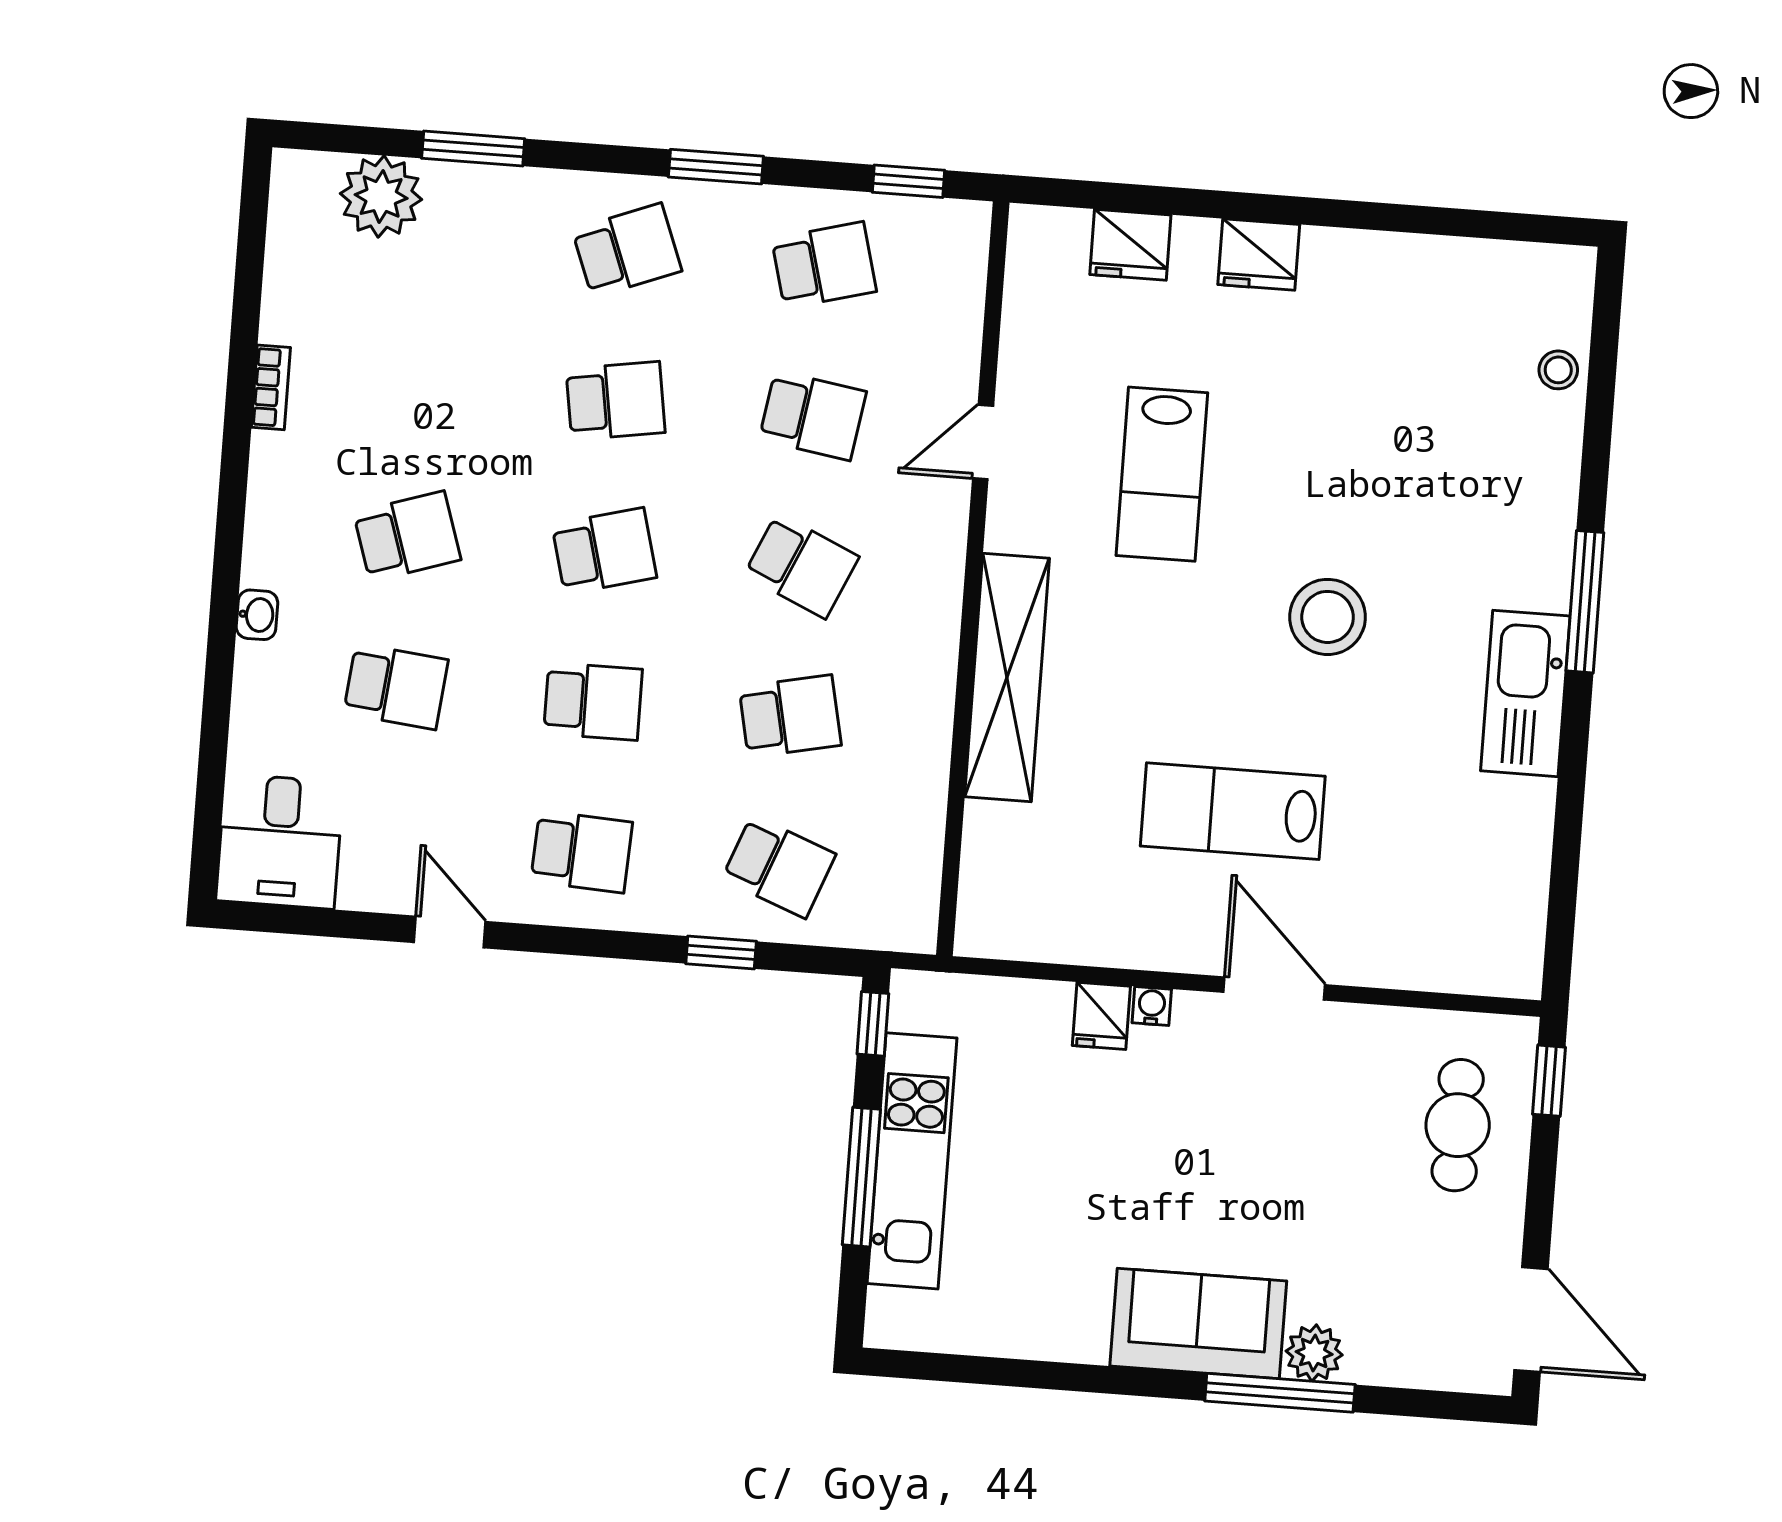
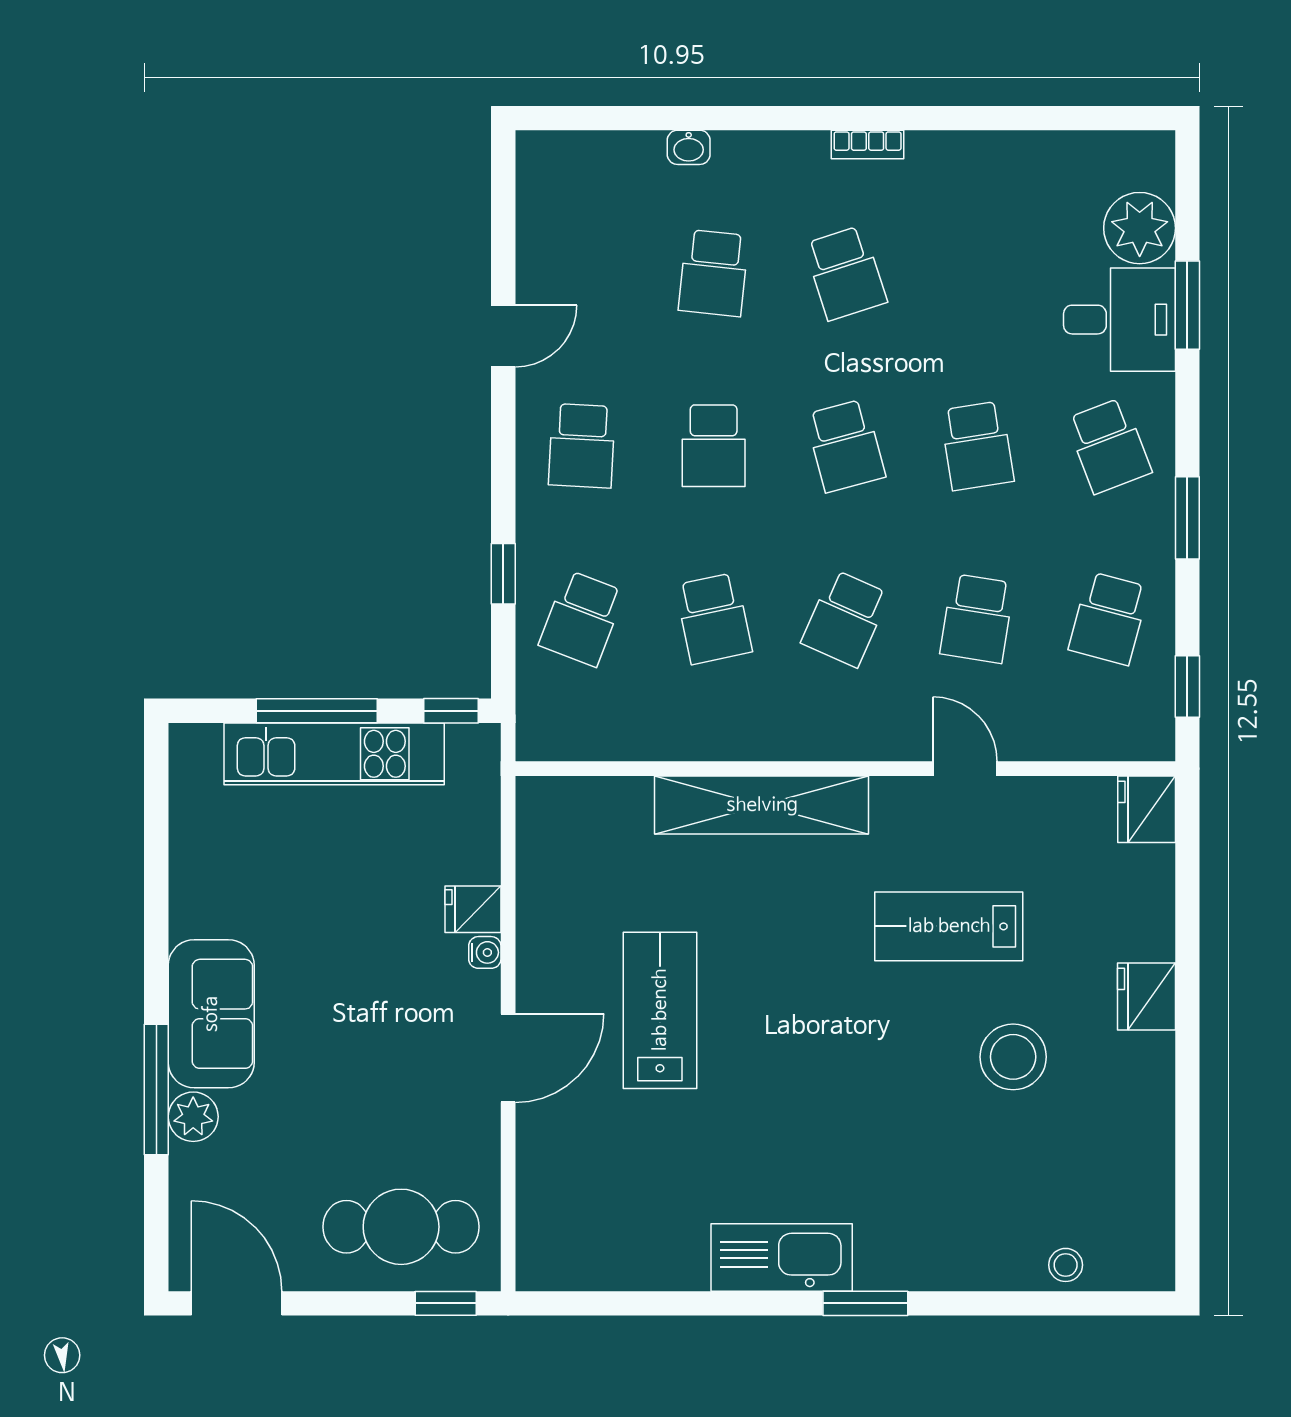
fridge: (1130, 245) -> (1147, 809), moved
school desk: (824, 265) -> (1109, 618), turned 30
bookcase: (271, 387) -> (868, 145), moved
window: (1585, 602) -> (865, 1303), width x0.69
washbasin: (257, 615) -> (689, 147), moved
stool: (1328, 617) -> (1013, 1057), moved
desk: (280, 841) -> (1120, 320), moved, turned 180
cafe table: (1458, 1125) -> (401, 1227), width x1.37, depth x1.35
door: (1531, 1319) -> (237, 1303), swing flipped

